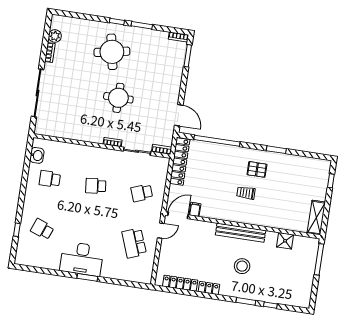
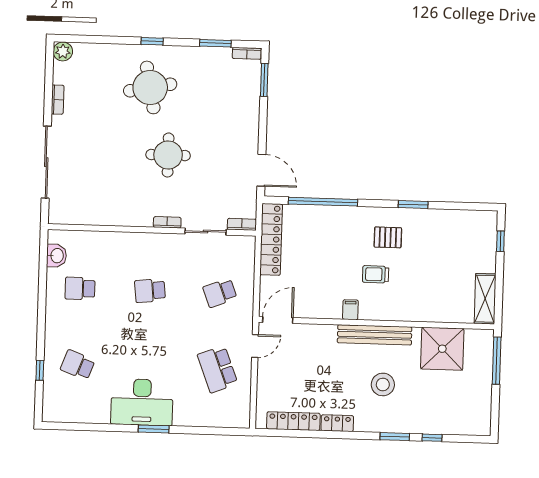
window: (142, 25) -> (215, 43), moved
plant: (55, 36) -> (63, 51), moved
filing cabinet: (195, 209) -> (350, 310), moved
shower: (285, 241) -> (442, 349), width x1.86, depth x1.86

